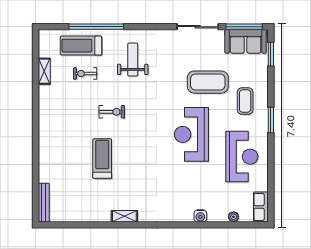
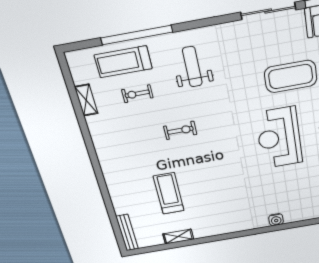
treadmill: (102, 159) -> (169, 193), moved
shelving: (124, 216) -> (178, 237), moved
water cooler: (200, 216) -> (276, 220), moved

